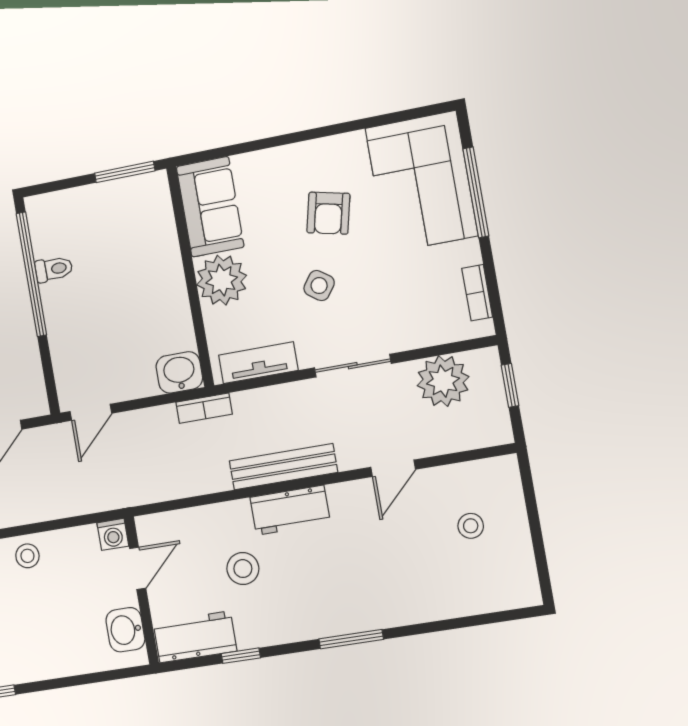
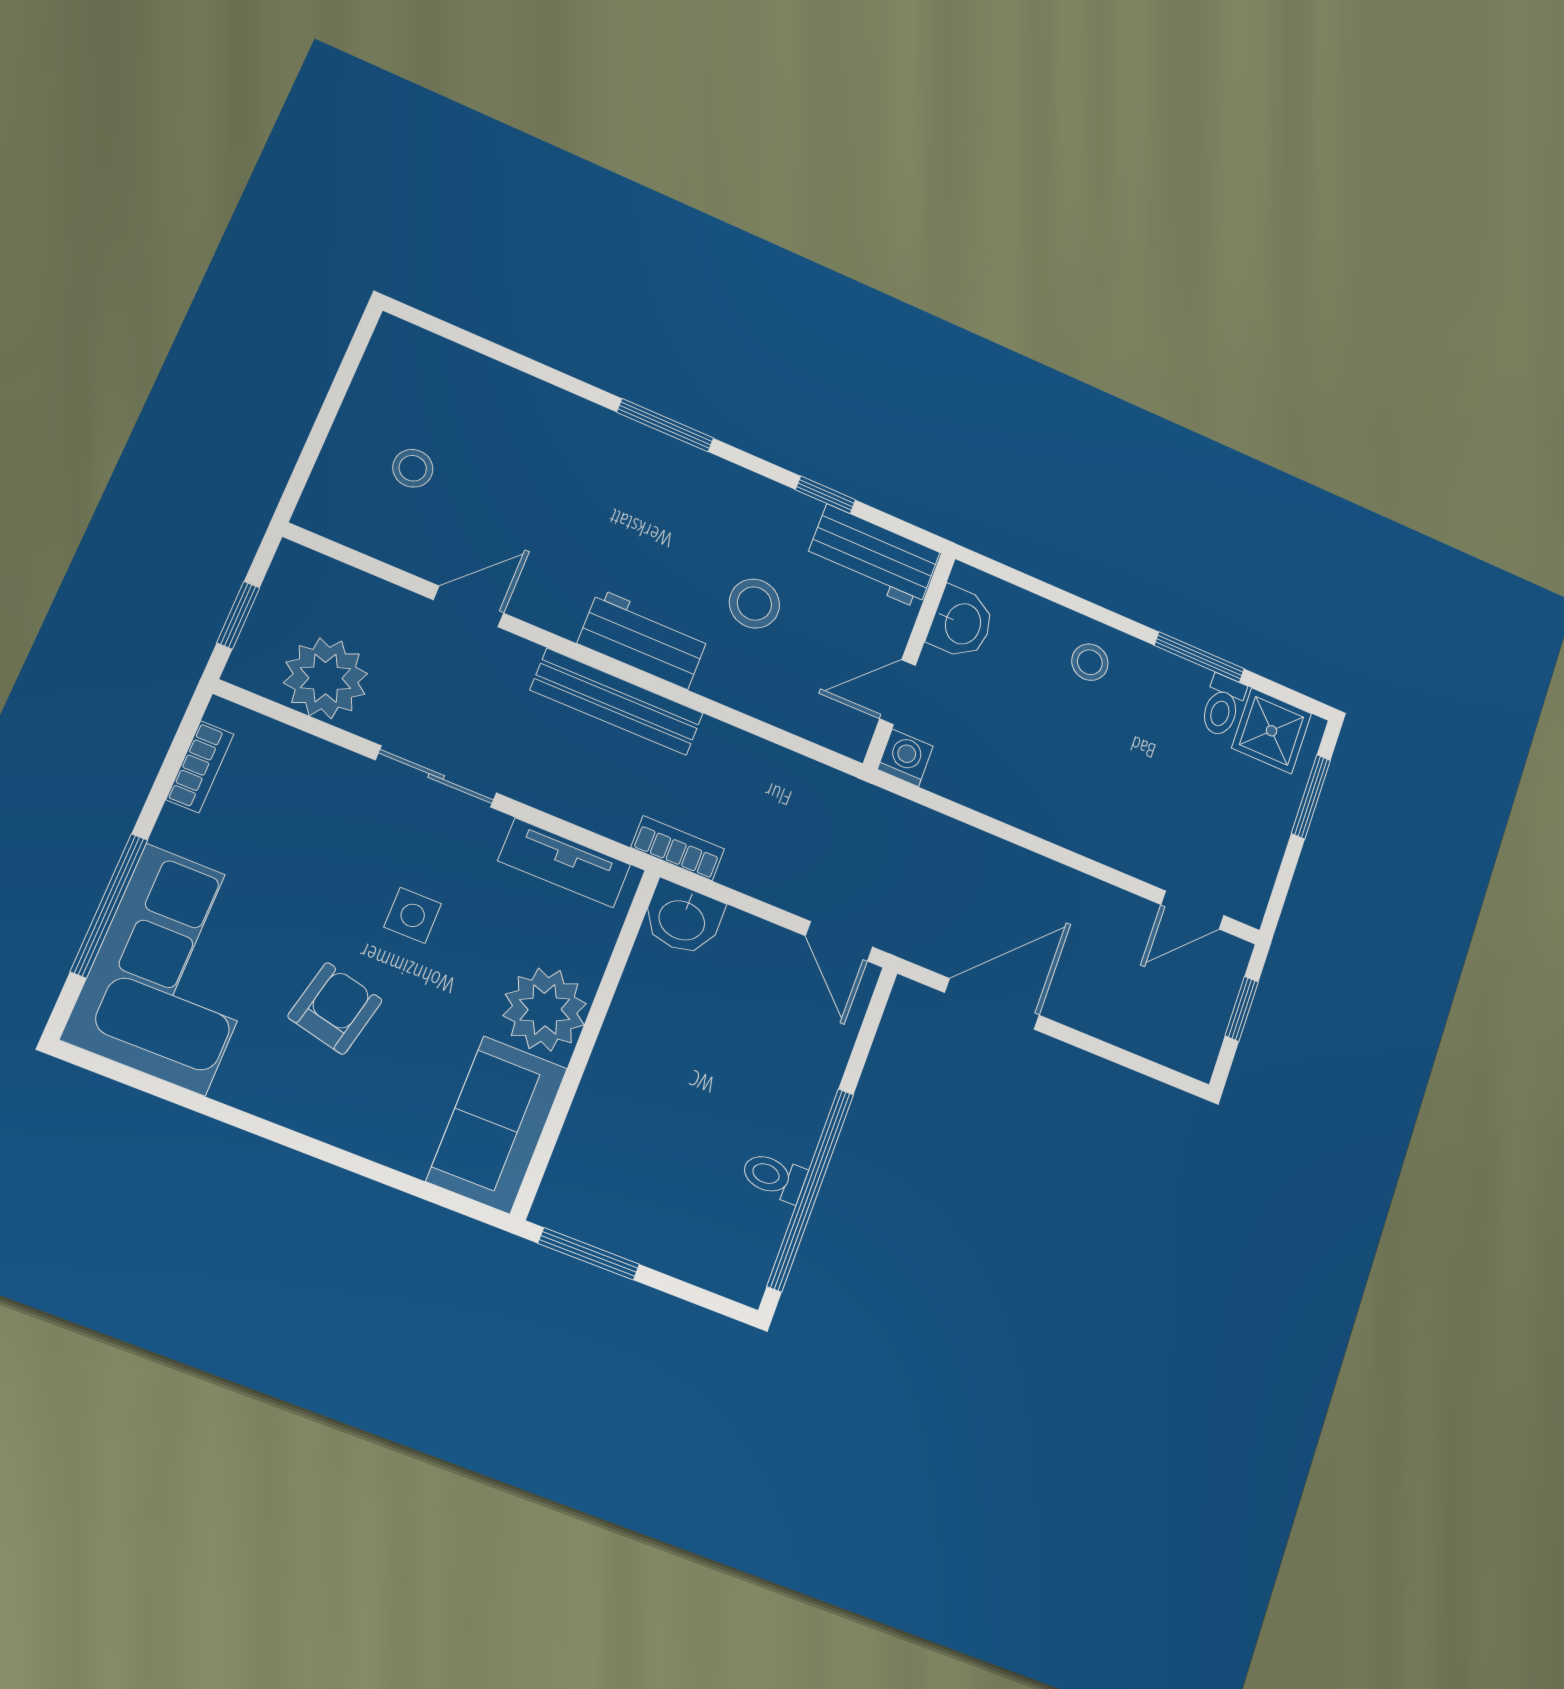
side table: (319, 286) -> (413, 915), turned -36
door: (91, 412) -> (839, 941), swing flipped
stool: (27, 556) -> (1090, 662), moved

